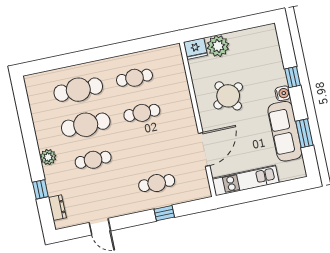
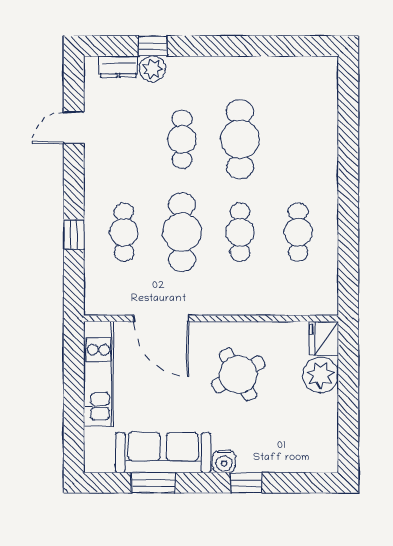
cafe table: (78, 90) -> (182, 232), moved
plant: (48, 157) -> (152, 69), moved

